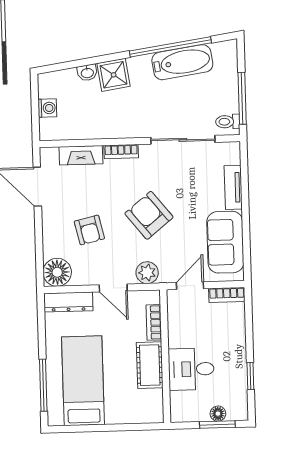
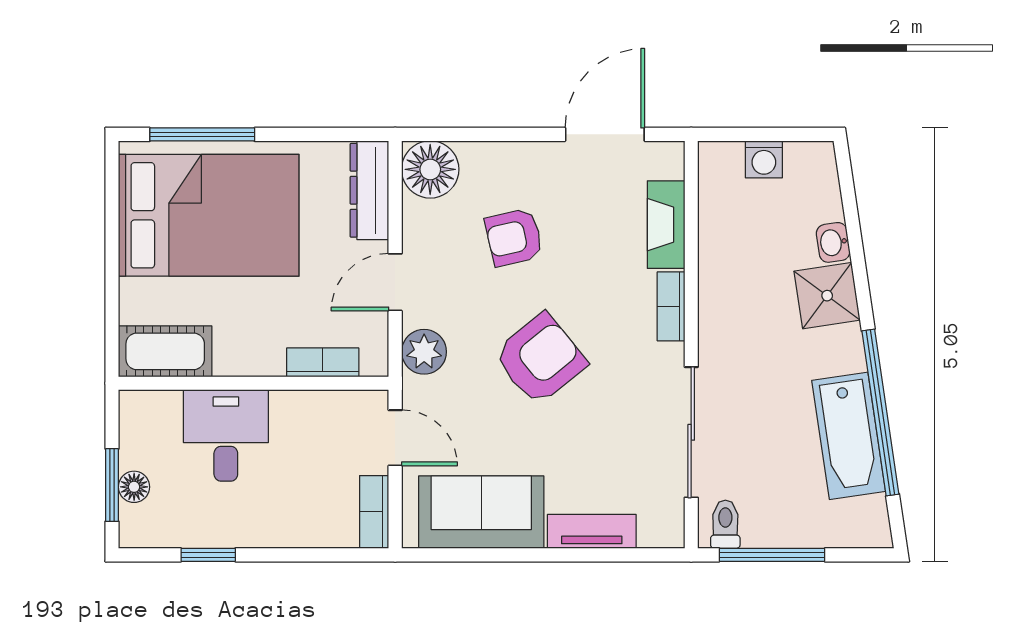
cot: (150, 365) -> (165, 351), moved
bed: (83, 381) -> (209, 215), width x1.50

